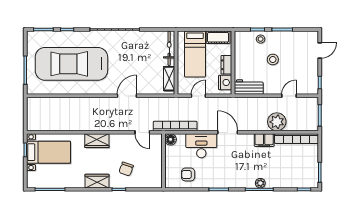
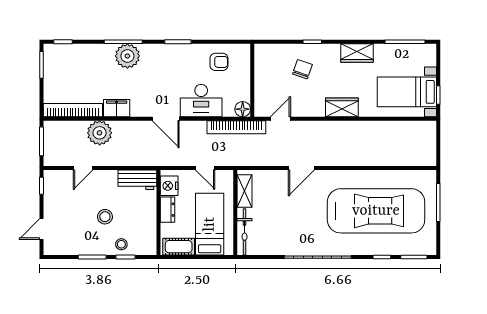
door: (198, 96) -> (205, 168), hinge flipped
door: (142, 132) -> (280, 119), hinge flipped
wardrobe: (97, 181) -> (357, 53), moved
plant: (260, 183) -> (127, 56), width x1.88, depth x1.88

